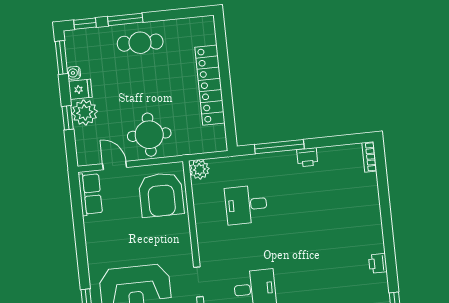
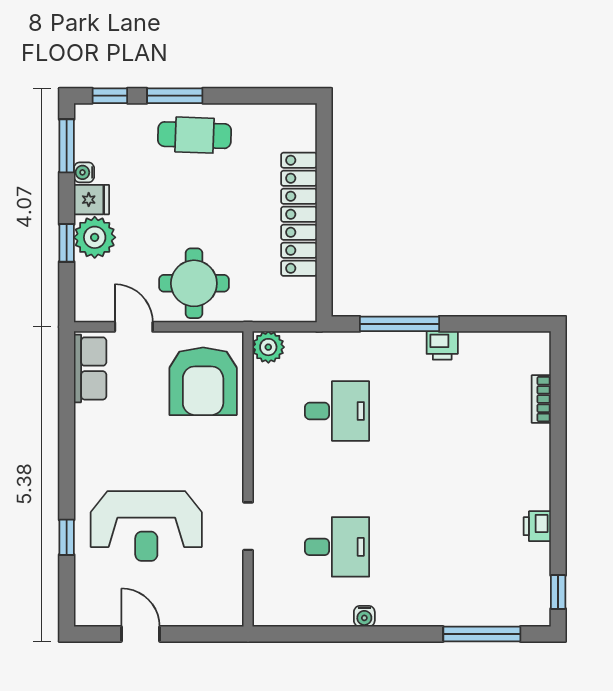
bookcase: (369, 157) -> (541, 399), moved
desk: (246, 205) -> (337, 411), turned 180

